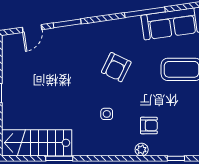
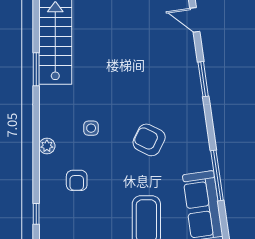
door: (32, 28) -> (195, 20), moved
plant: (142, 150) -> (47, 146), moved

